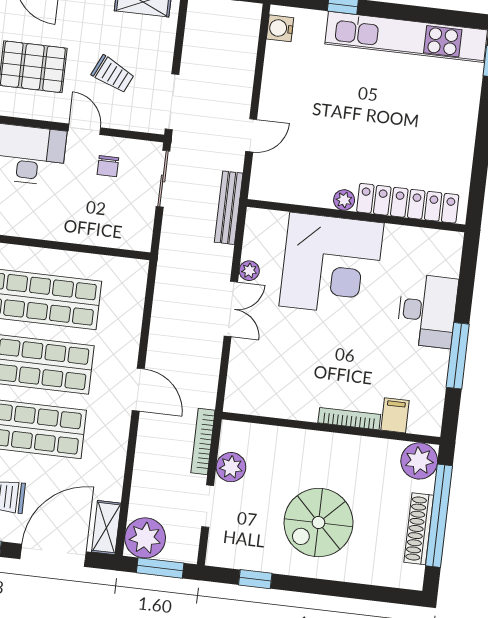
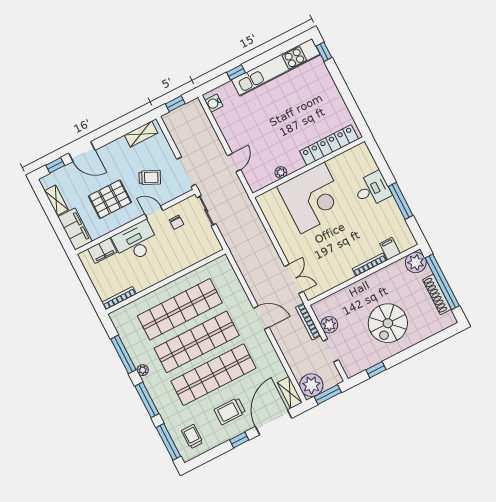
plant: (344, 200) -> (281, 172), moved
bench: (229, 208) -> (246, 204), removed
plant: (249, 271) -> (276, 227), removed
double door: (231, 309) -> (294, 279), moved
desk: (427, 311) -> (372, 189), width x0.73

